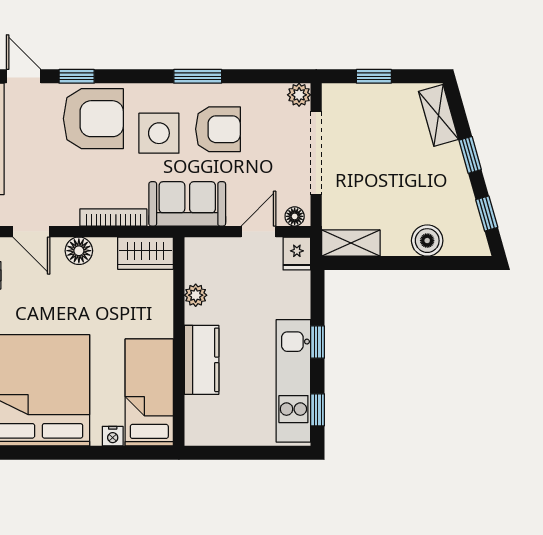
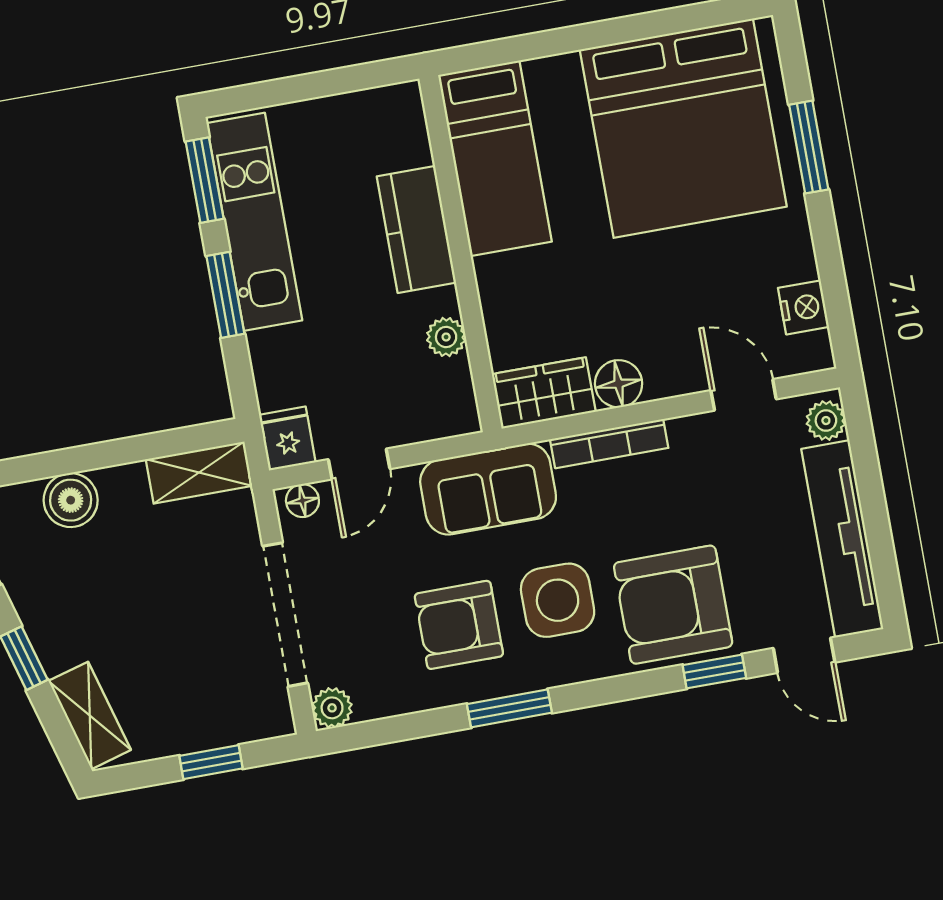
floor lamp: (79, 251) -> (619, 384), moved
window: (318, 342) -> (225, 295), width x1.50
window: (318, 410) -> (205, 180), width x1.50
nightstand: (113, 436) -> (544, 73), removed

